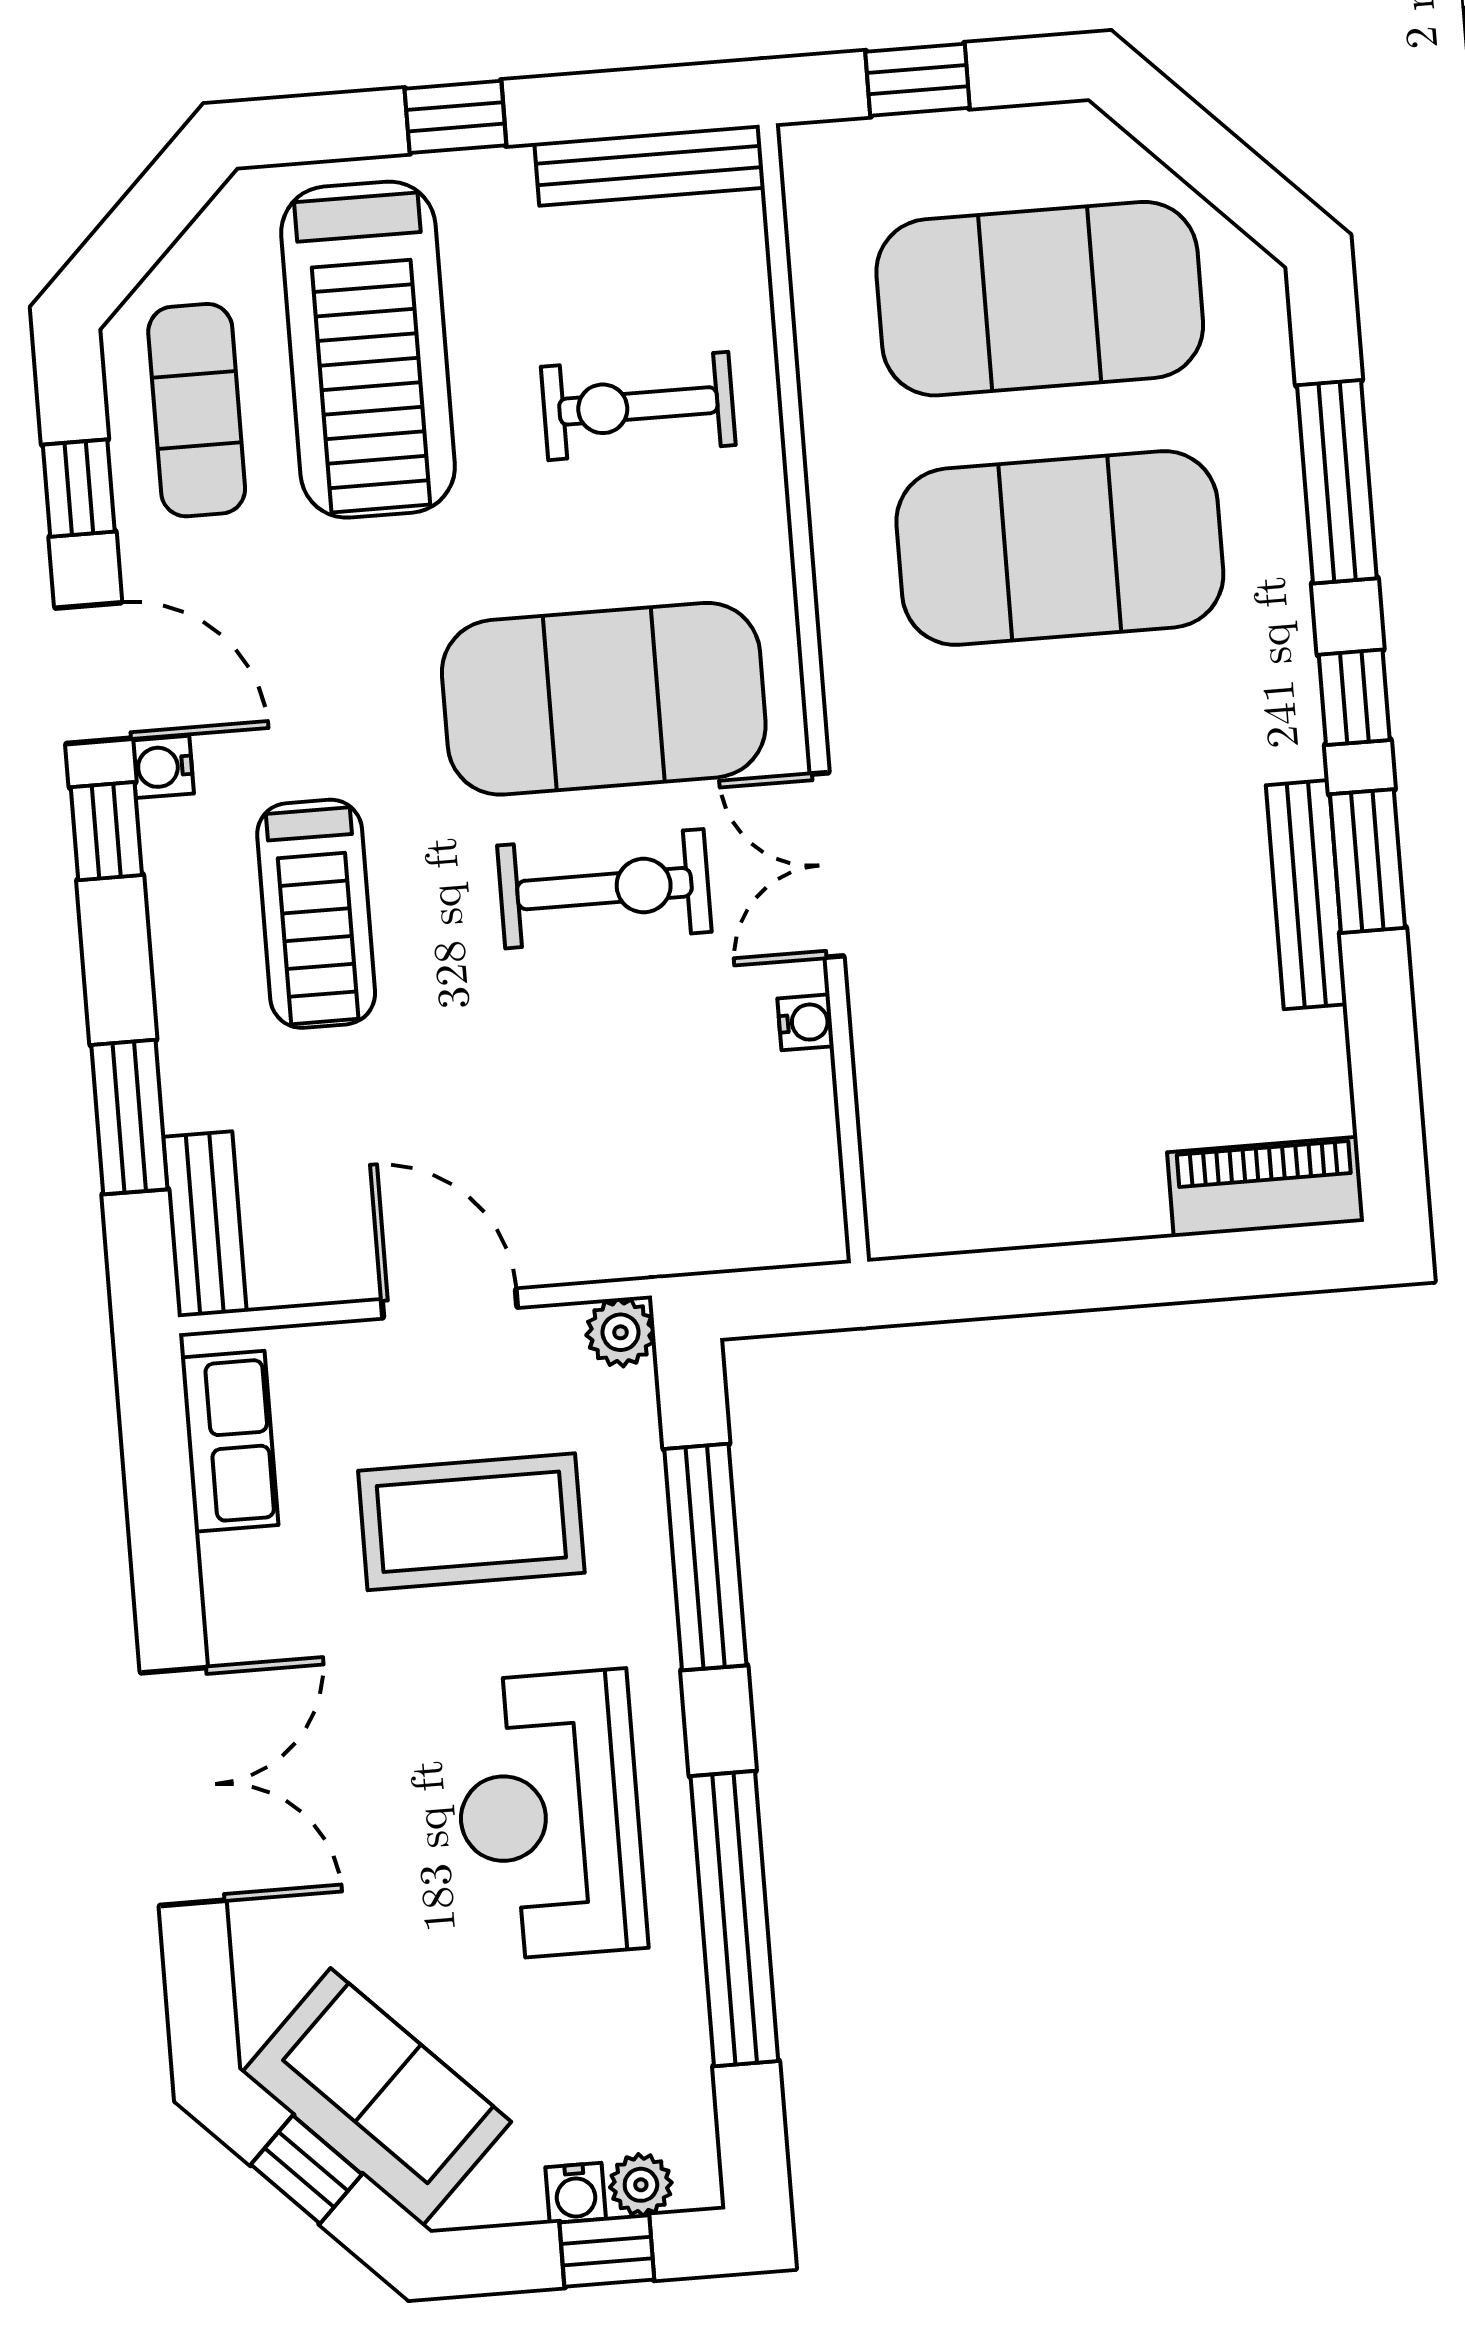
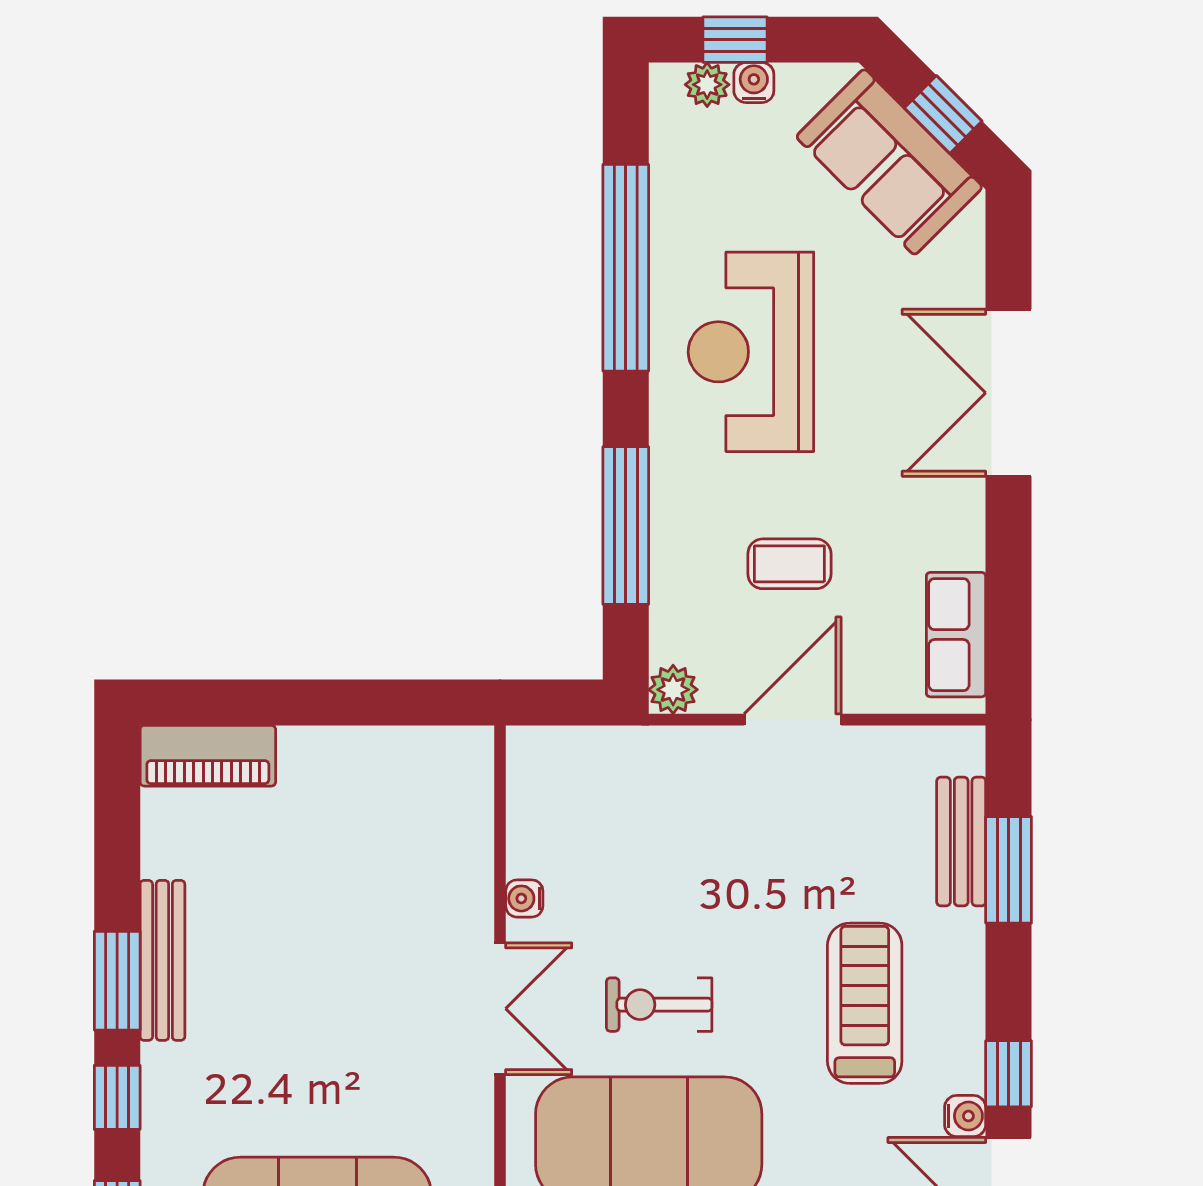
exercise bike: (604, 889) -> (659, 1005), width x0.73, depth x0.72
bench: (205, 1224) -> (961, 842), moved
door: (449, 1304) -> (793, 720), swing flipped
coffee table: (471, 1522) -> (789, 564), width x0.54, depth x0.58
reception desk: (549, 1815) -> (751, 352), turned 180

